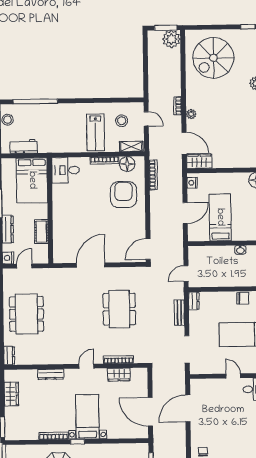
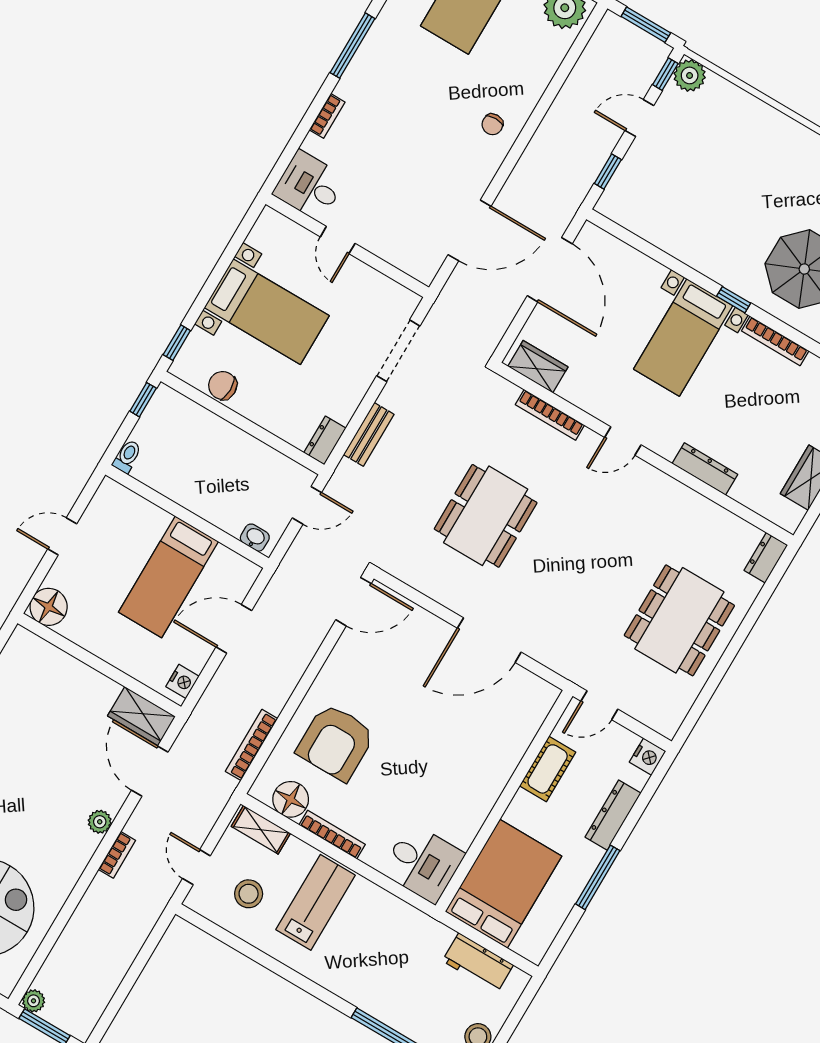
plant: (171, 39) -> (34, 1001), width x0.53, depth x0.53
washbasin: (240, 250) -> (255, 538), moved
door: (24, 266) -> (599, 705), moved
wardrobe: (119, 375) -> (538, 367), moved

